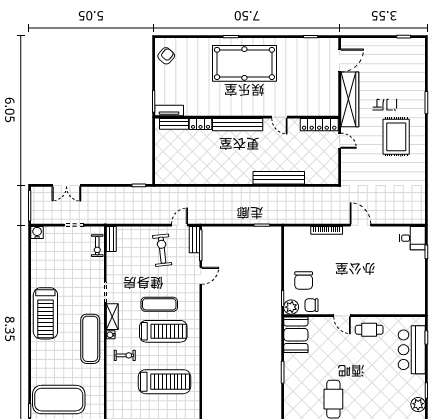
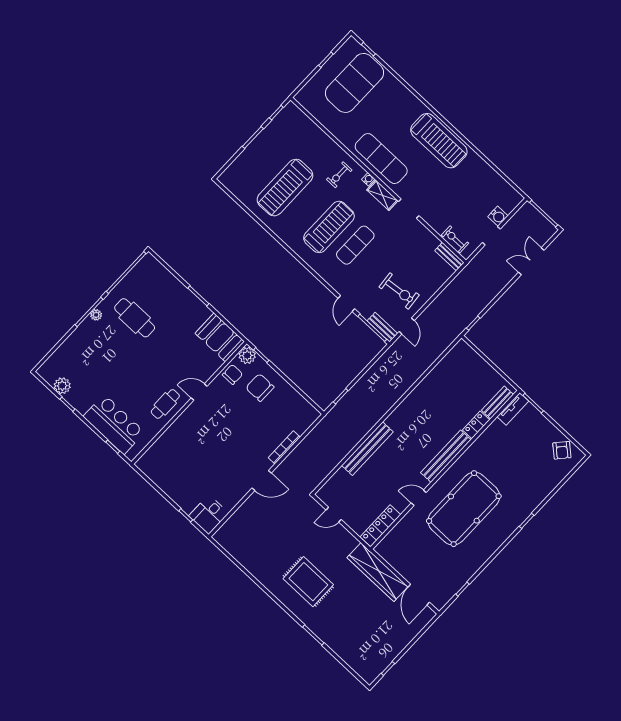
pool table: (244, 63) -> (464, 509), moved
door: (340, 141) -> (334, 515), moved
water cooler: (37, 232) -> (498, 216), moved
treadmill: (45, 313) -> (439, 141), turned 180
treadmill: (163, 331) -> (329, 227), turned 180

